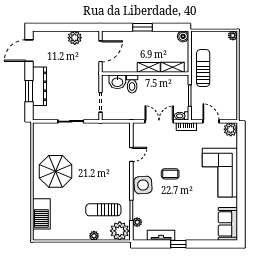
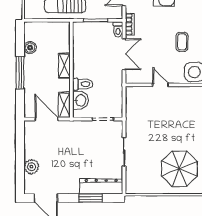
window: (142, 27) -> (20, 73), width x1.44
boiler: (183, 36) -> (30, 48), moved
plant: (75, 38) -> (32, 167), moved
shelving: (173, 67) -> (64, 105), moved
dresser: (39, 86) -> (101, 186), moved
double door: (159, 121) -> (124, 54), swing flipped

